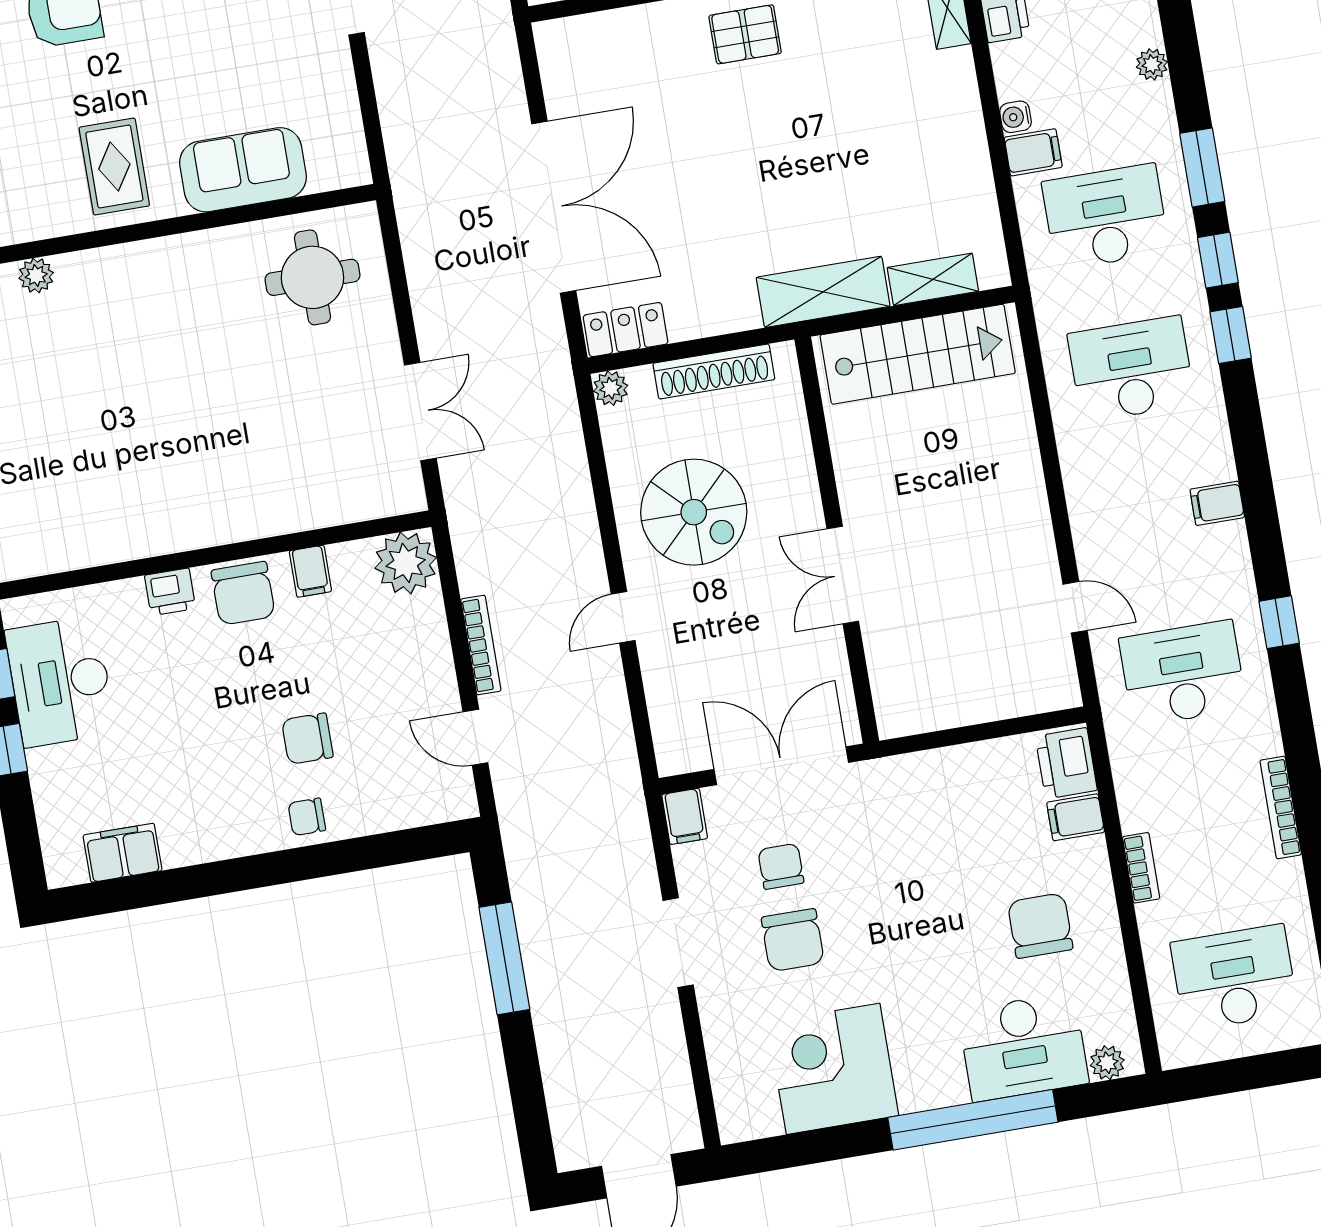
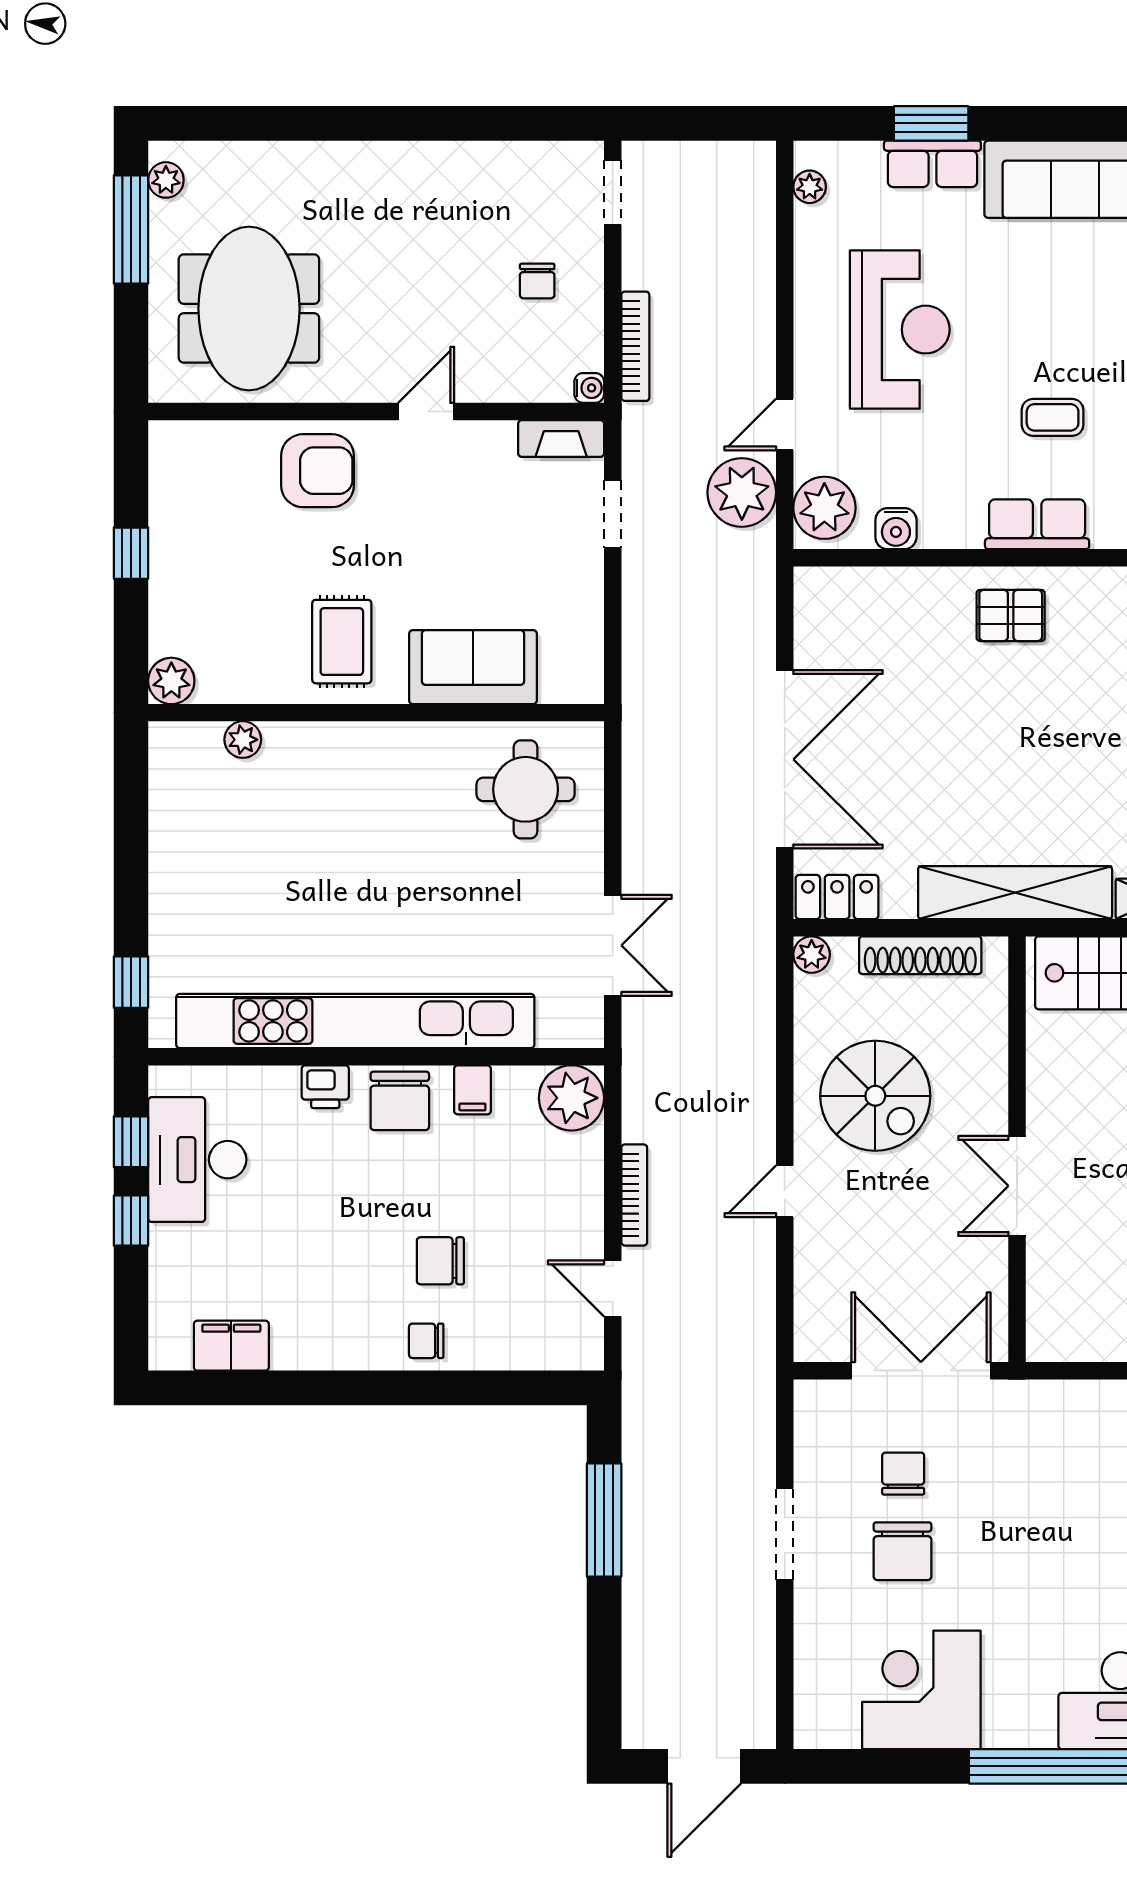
shelving: (823, 292) -> (1015, 893), width x1.47
kitchen unit: (188, 525) -> (355, 1021), added
filing cabinet: (685, 816) -> (813, 1406), removed

